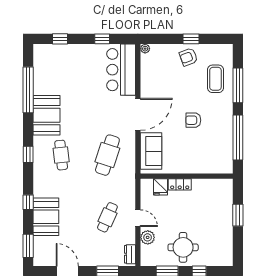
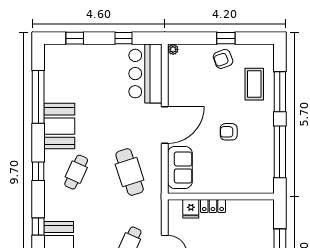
cafe table: (61, 155) -> (76, 172), turned 30
cafe table: (107, 155) -> (130, 172), turned -36

